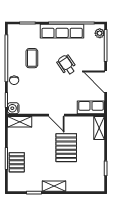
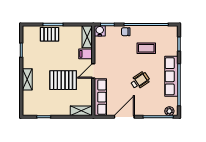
row of seats: (91, 107) -> (100, 97), width x1.48
filing cabinet: (38, 123) -> (86, 54), added
shelving: (54, 186) -> (27, 79), moved

